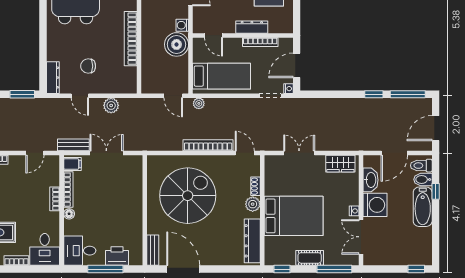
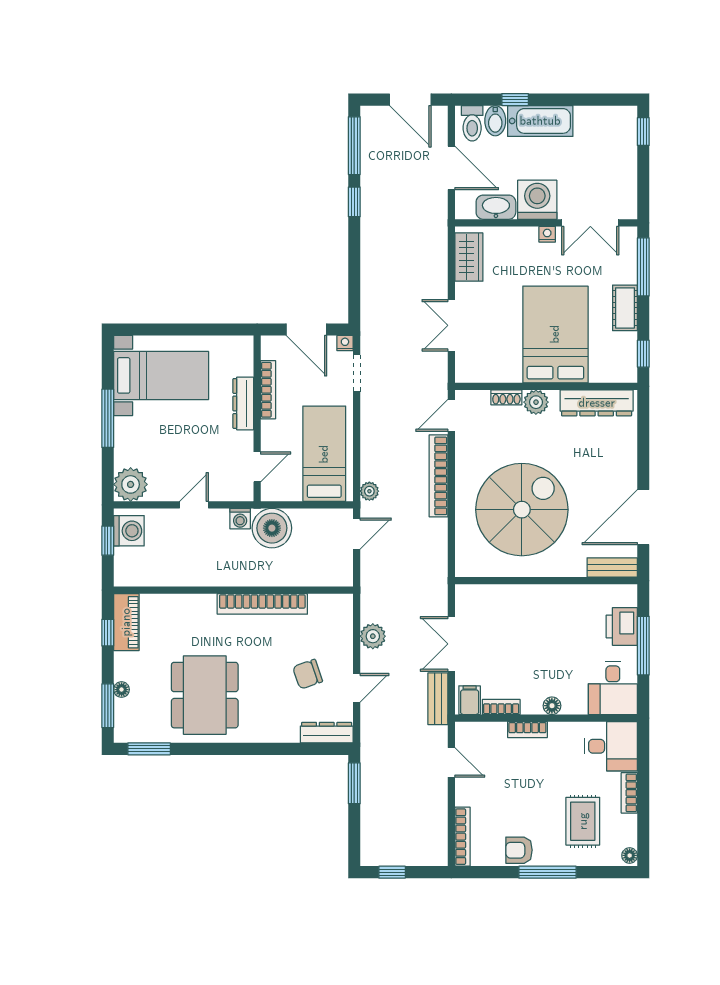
chair: (88, 66) -> (308, 674), turned 71
bookcase: (68, 190) -> (501, 707), width x0.64
spiral stairs: (188, 196) -> (522, 510), turned 90

